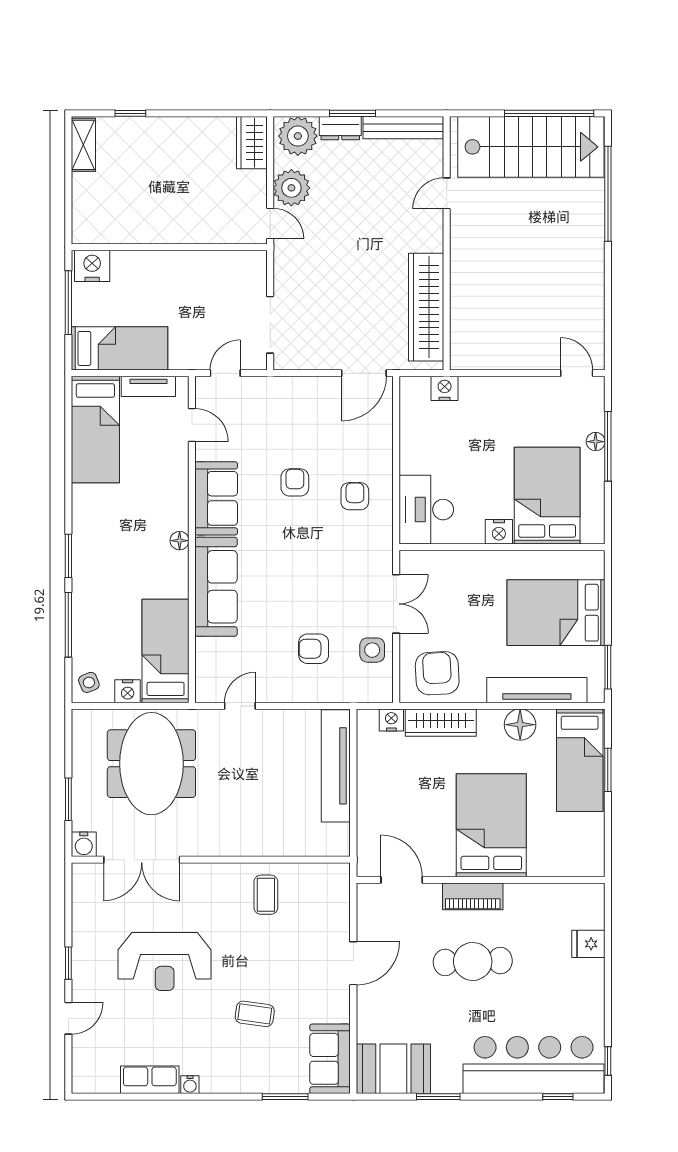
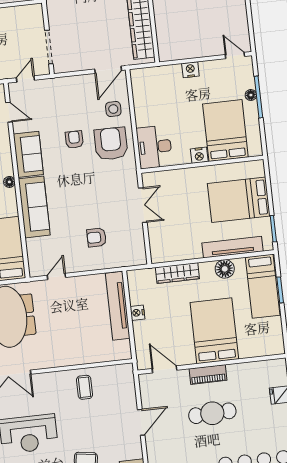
nightstand: (445, 388) -> (190, 70), moved
armchair: (355, 496) -> (111, 144), width x1.88, depth x1.88
side table: (372, 650) -> (113, 109), moved
armchair: (437, 673) -> (172, 244), removed
nightstand: (391, 720) -> (137, 313), moved, turned -90

